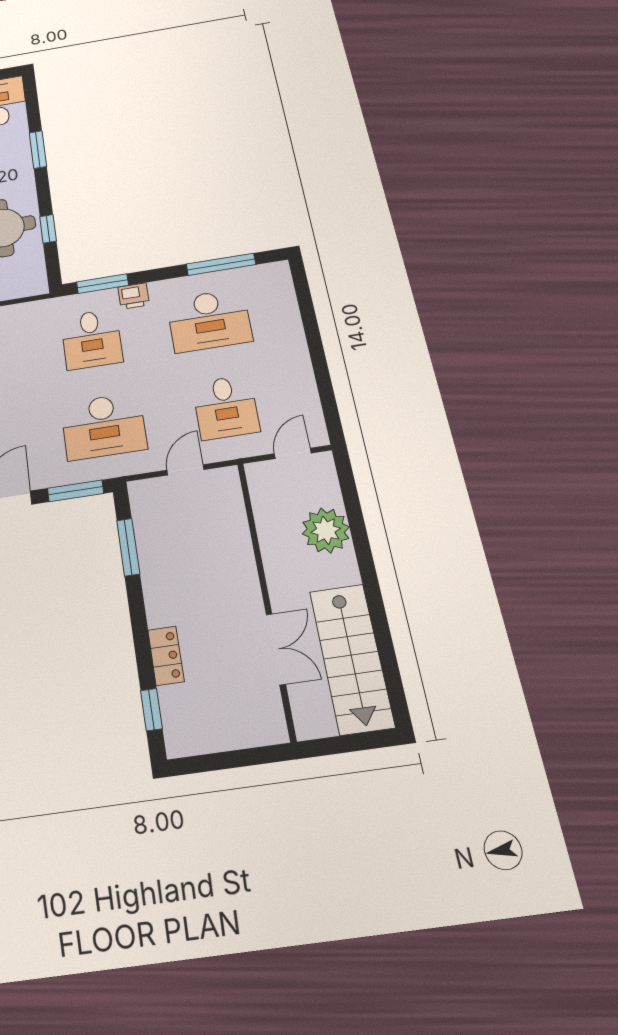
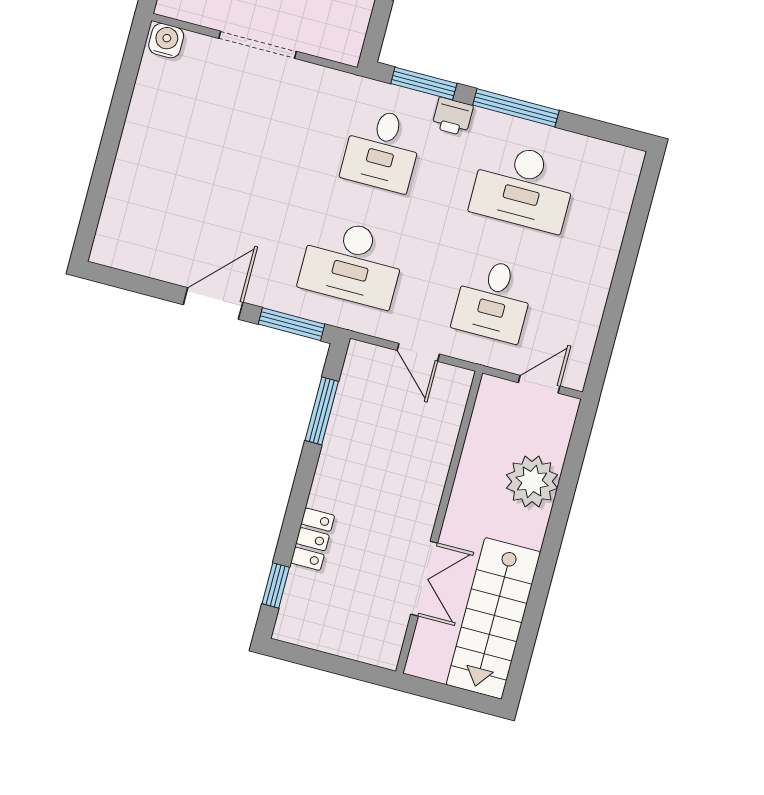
window: (221, 264) -> (516, 108), moved
door: (185, 470) -> (418, 352), swing flipped

